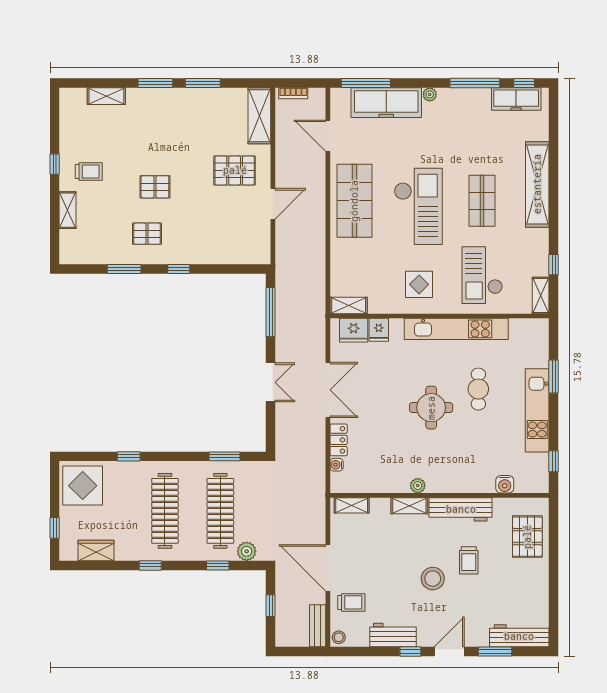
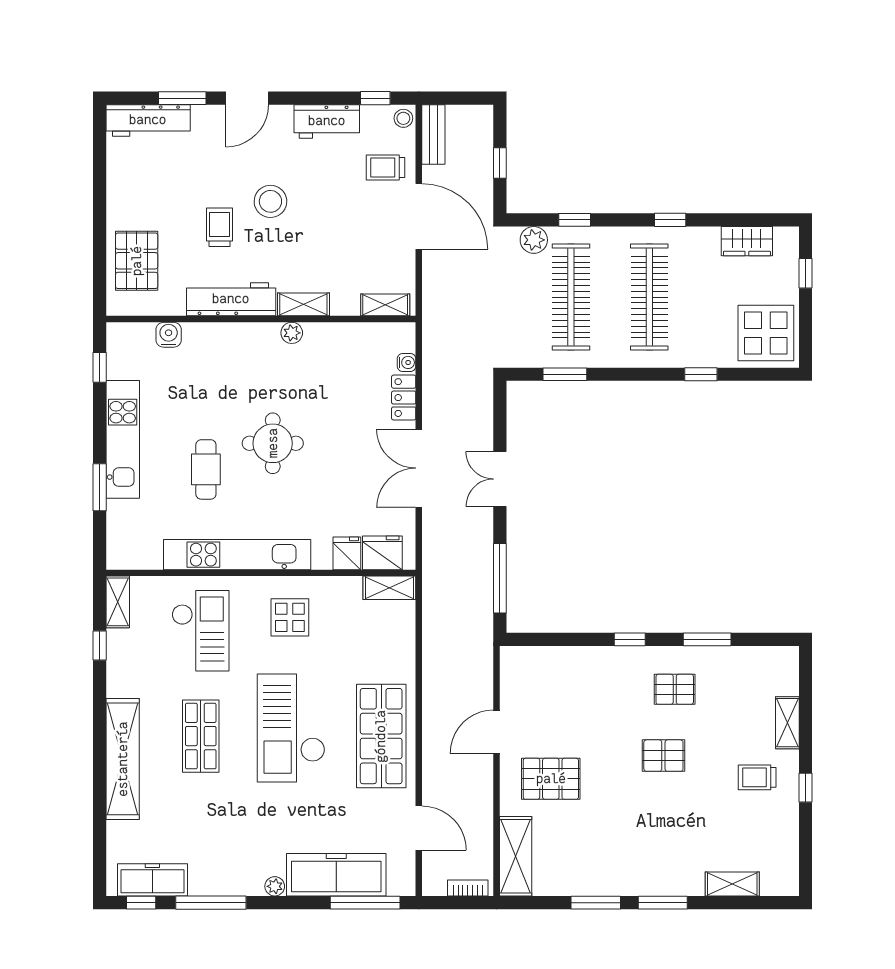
window: (410, 651) -> (375, 98), moved

